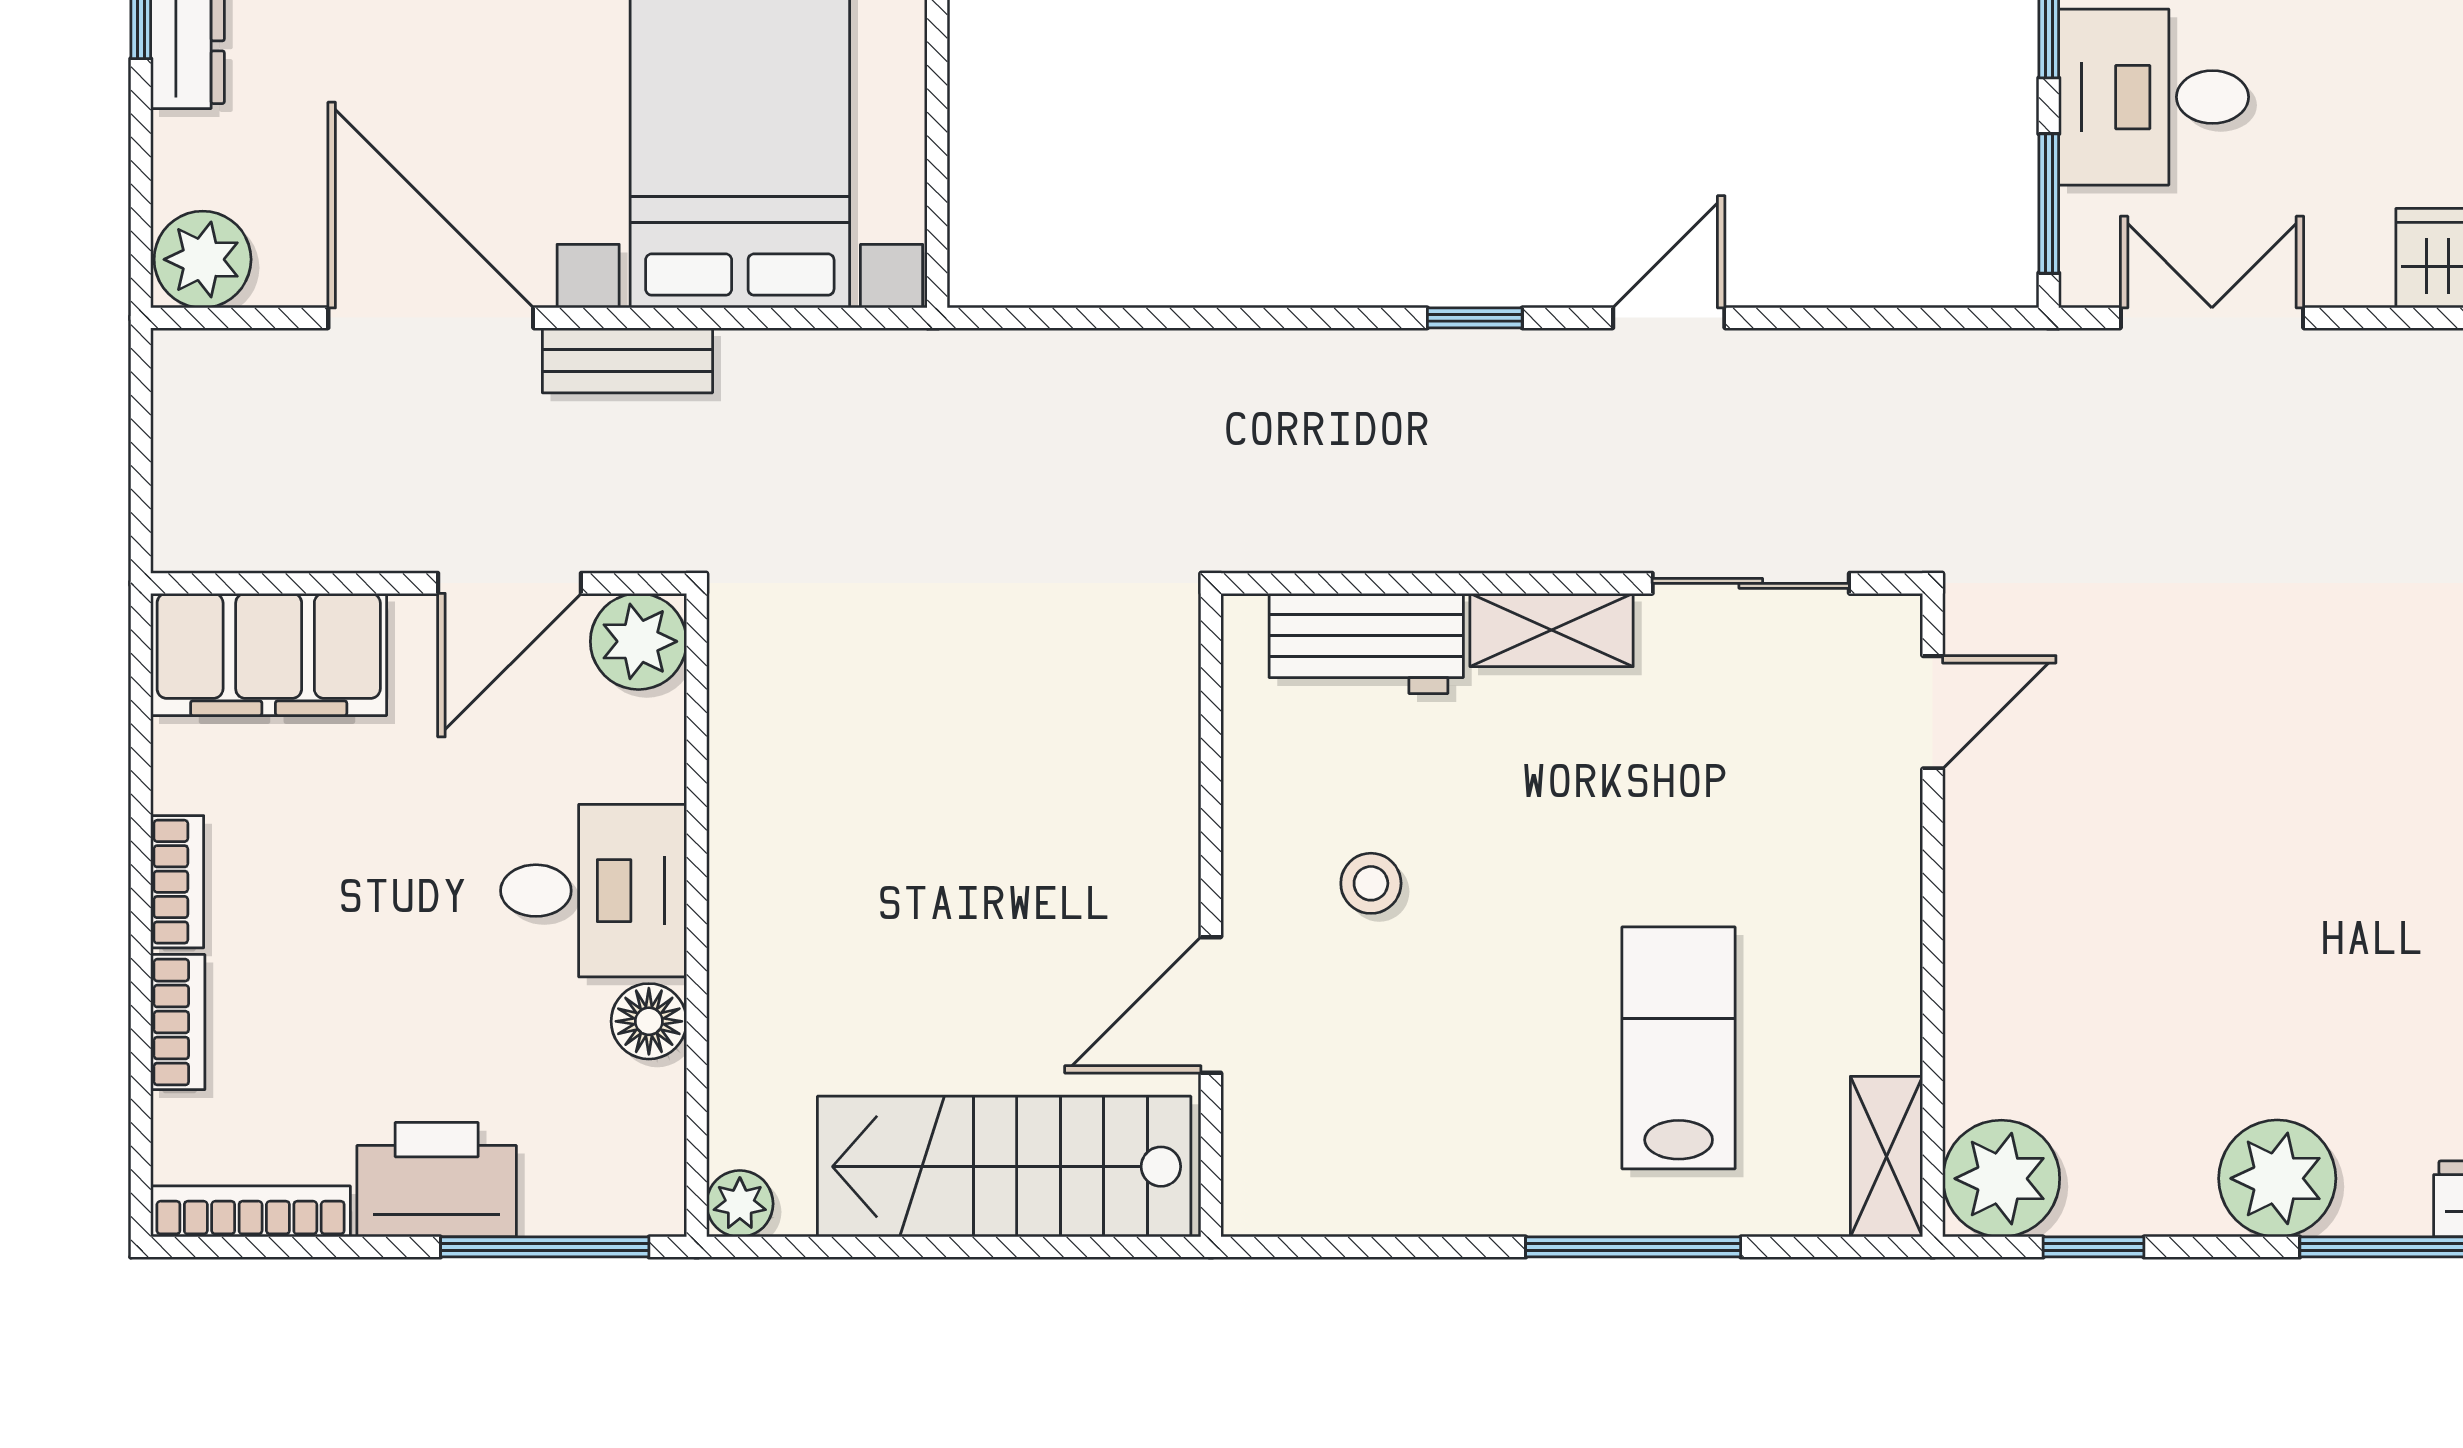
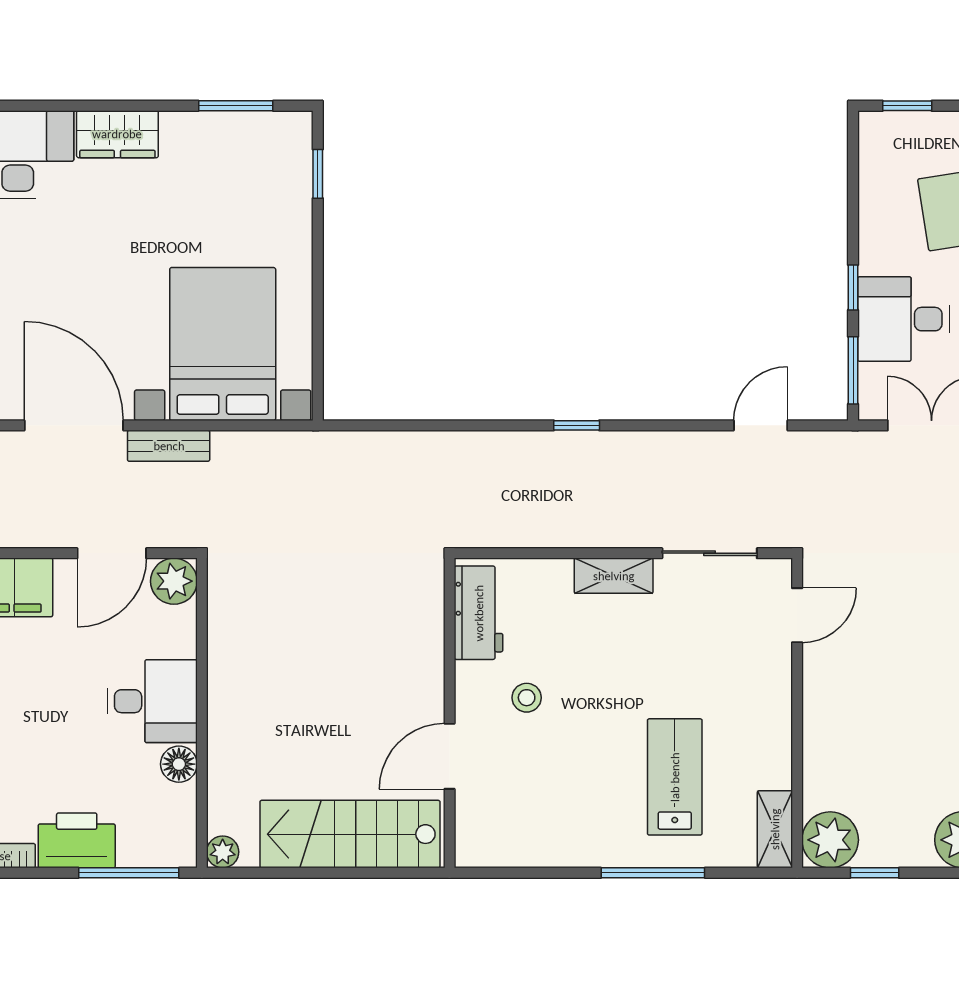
door: (1669, 318) -> (761, 425), moved
workbench: (1366, 643) -> (479, 613), moved, turned -90

